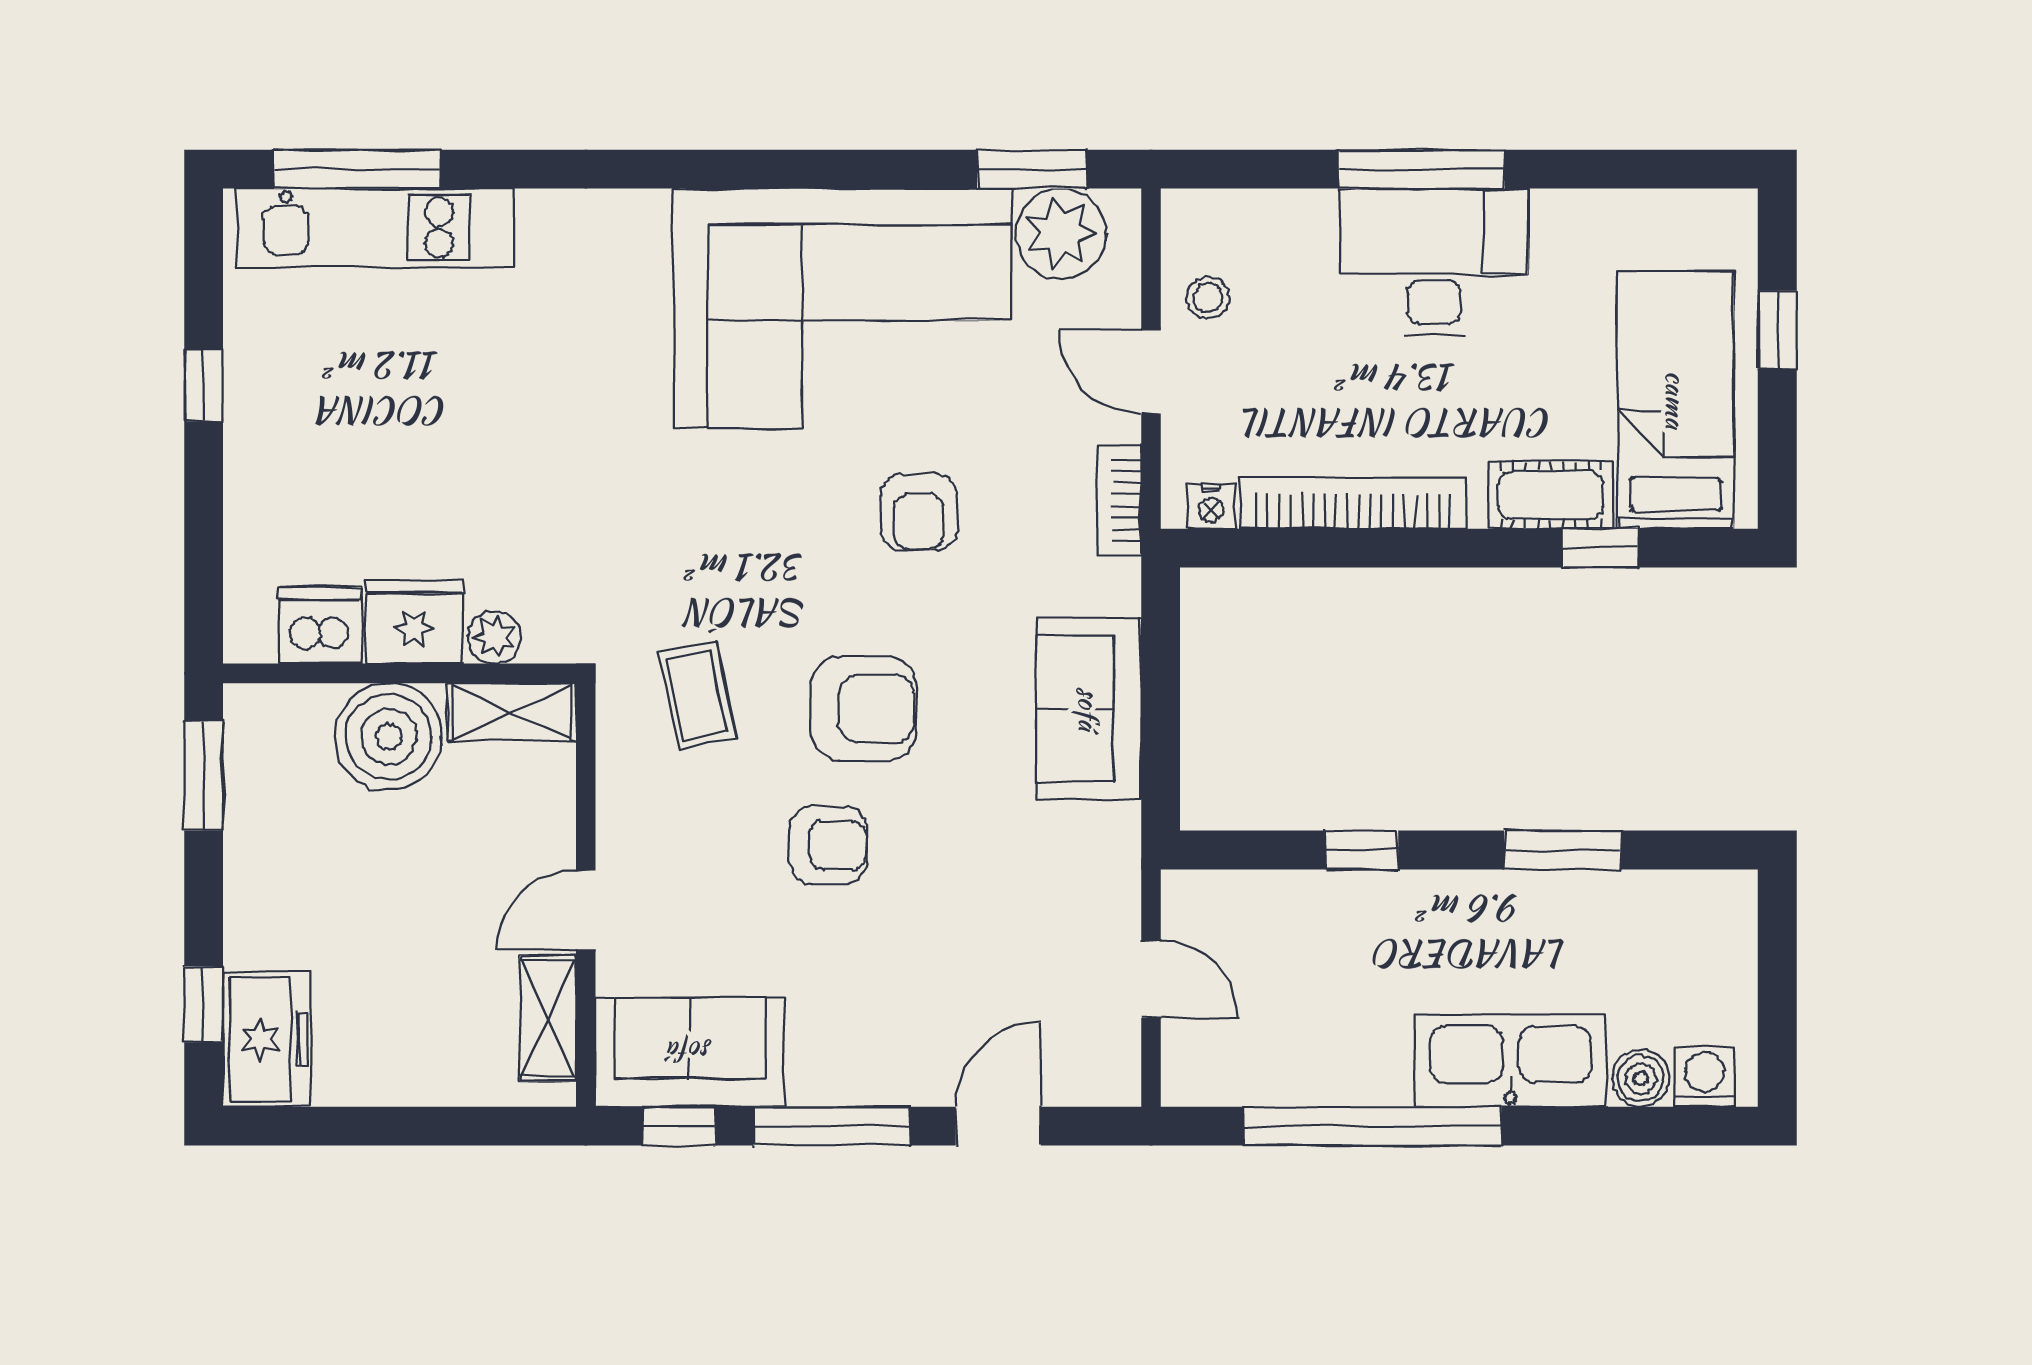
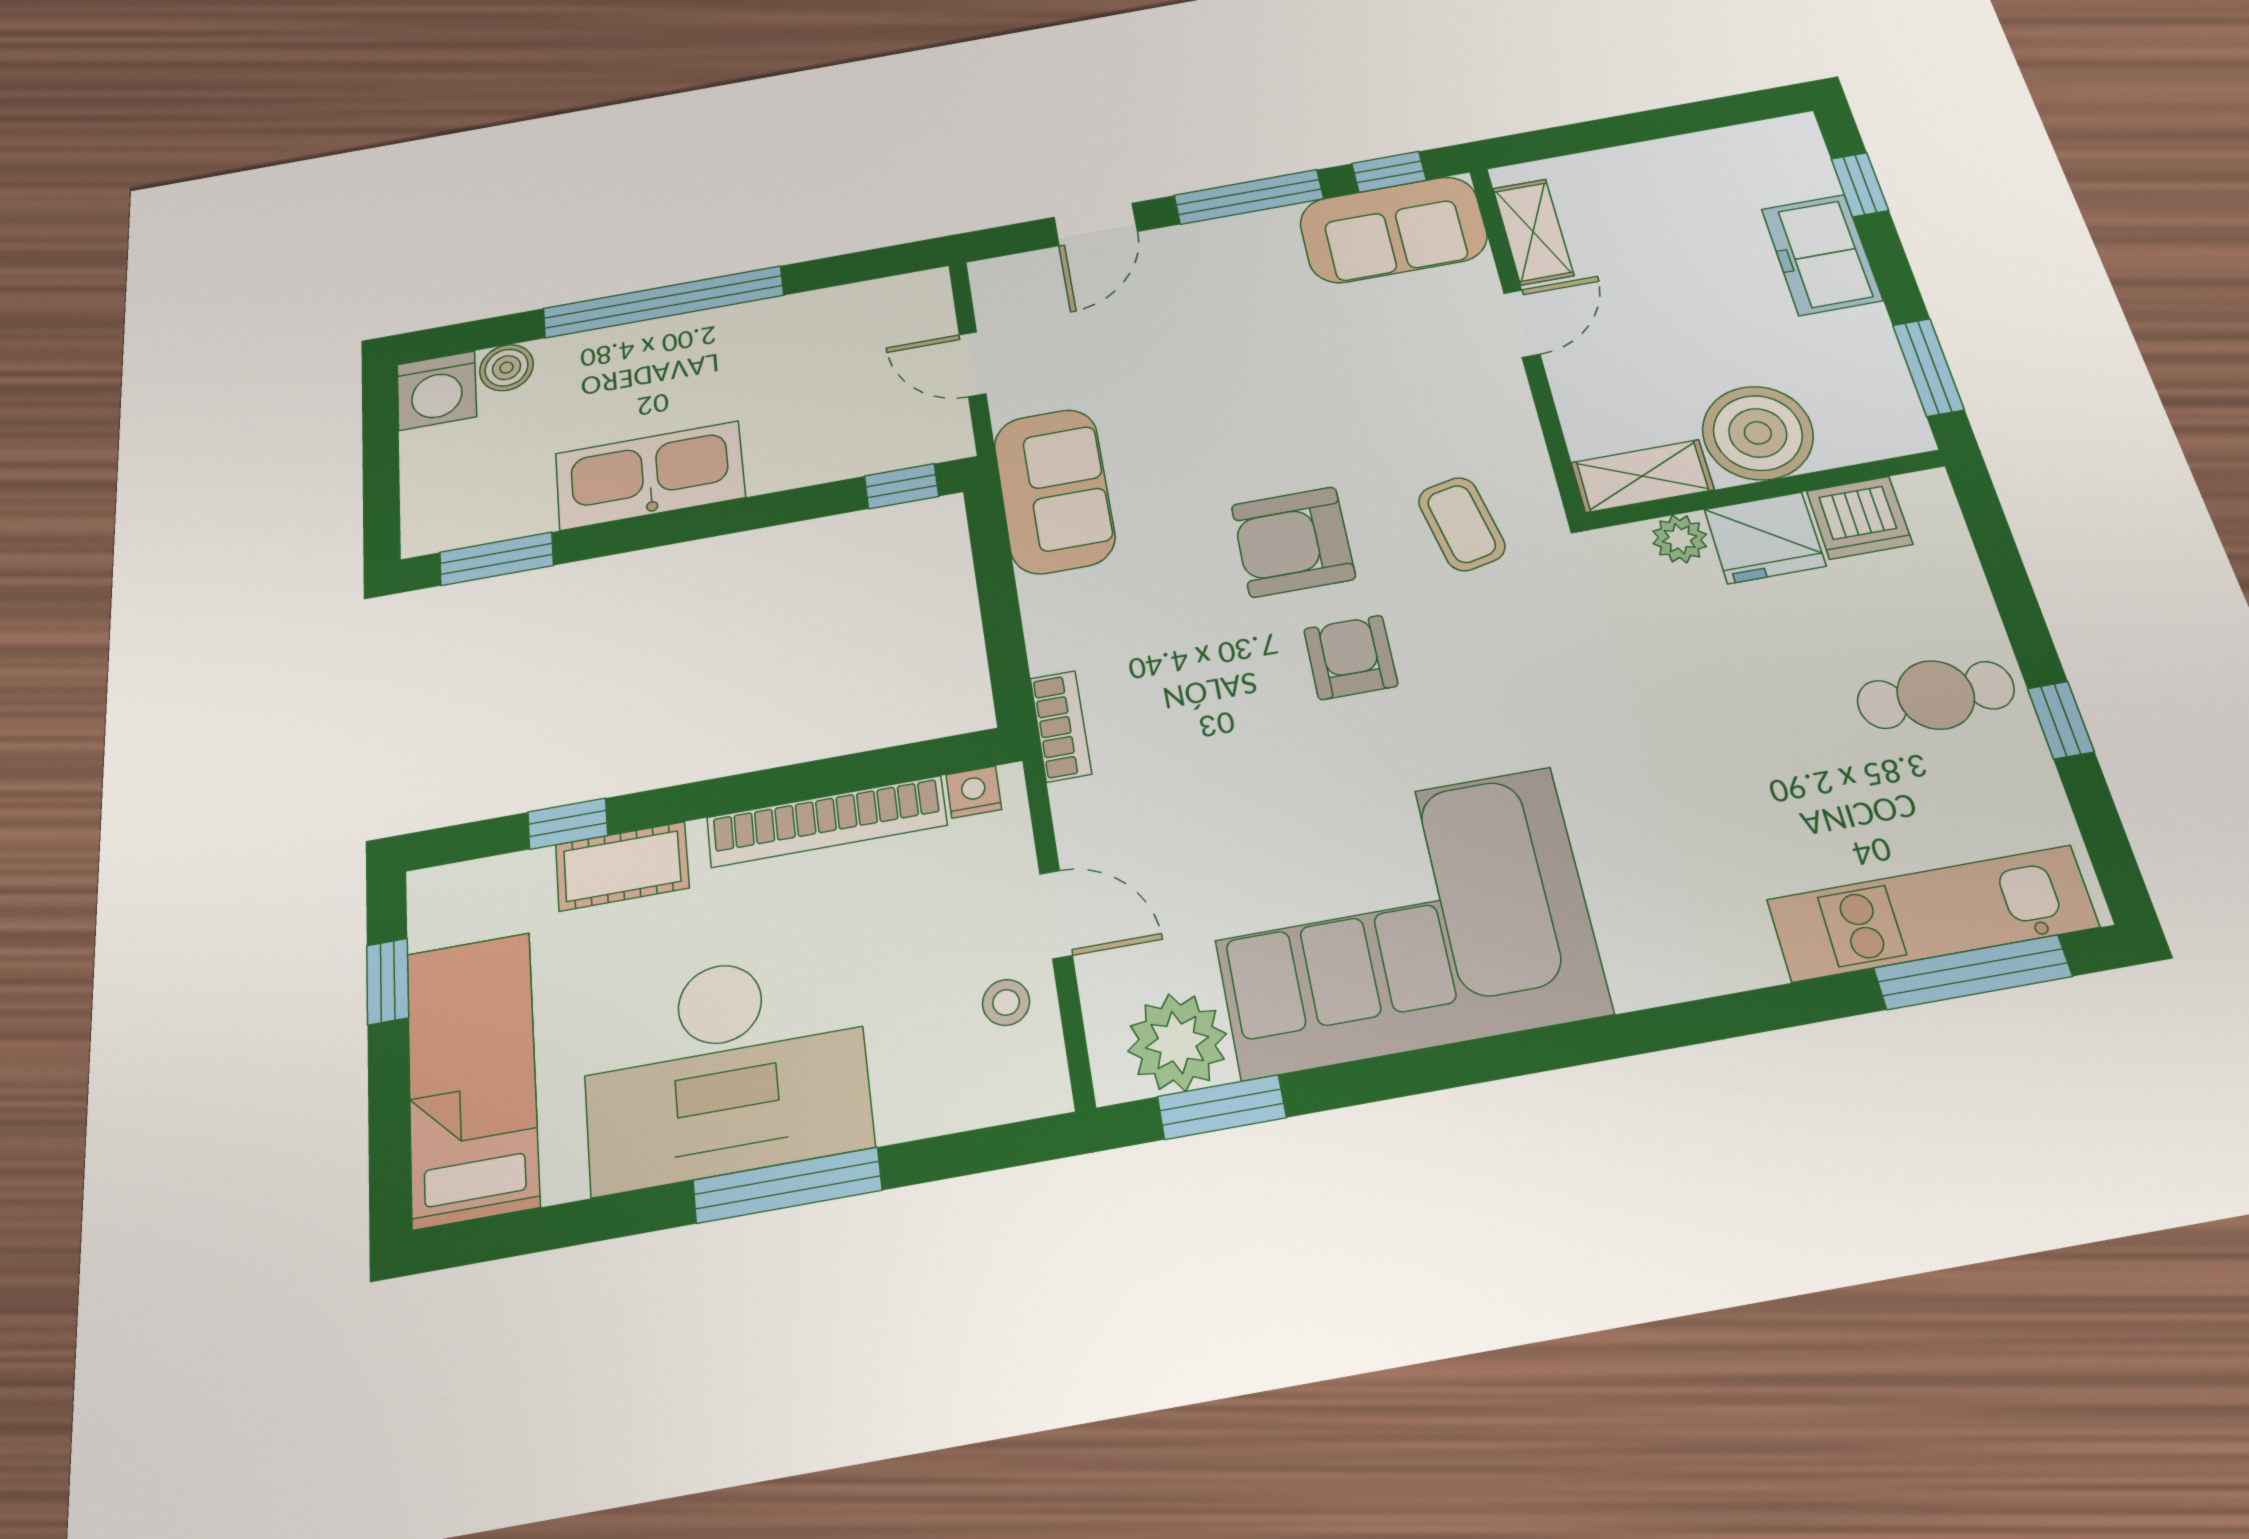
desk: (1434, 262) -> (725, 1067), width x1.36, depth x1.30
window: (1777, 330) -> (388, 981), moved
bed: (1676, 400) -> (472, 1078), moved, turned 180
cafe table: (307, 431) -> (1936, 695), added
bookcase: (1119, 500) -> (1061, 726), moved
armchair: (919, 512) -> (1351, 657), moved
sofa: (1089, 709) -> (1054, 491), moved
armchair: (828, 845) -> (1302, 419), removed
window: (1362, 850) -> (902, 486), moved
window: (1562, 850) -> (496, 559), moved
freezer: (267, 1040) -> (1822, 255), moved
kitchen sink: (1511, 1061) -> (650, 475), moved, turned 180
washing machine: (1705, 1077) -> (437, 391), width x1.38, depth x1.38
window: (1372, 1126) -> (663, 302), moved

